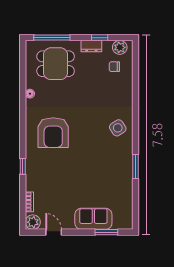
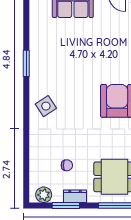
window: (100, 38) -> (66, 206), width x1.50
chair: (114, 67) -> (67, 165), moved

